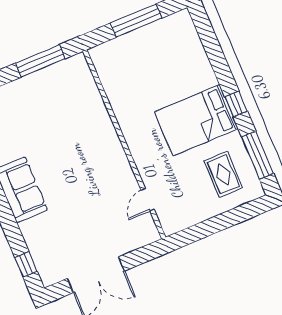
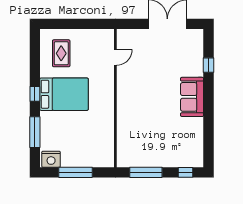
nightstand: (177, 25) -> (51, 159), added
window: (258, 155) -> (35, 132), moved
window: (26, 264) -> (208, 65), moved

